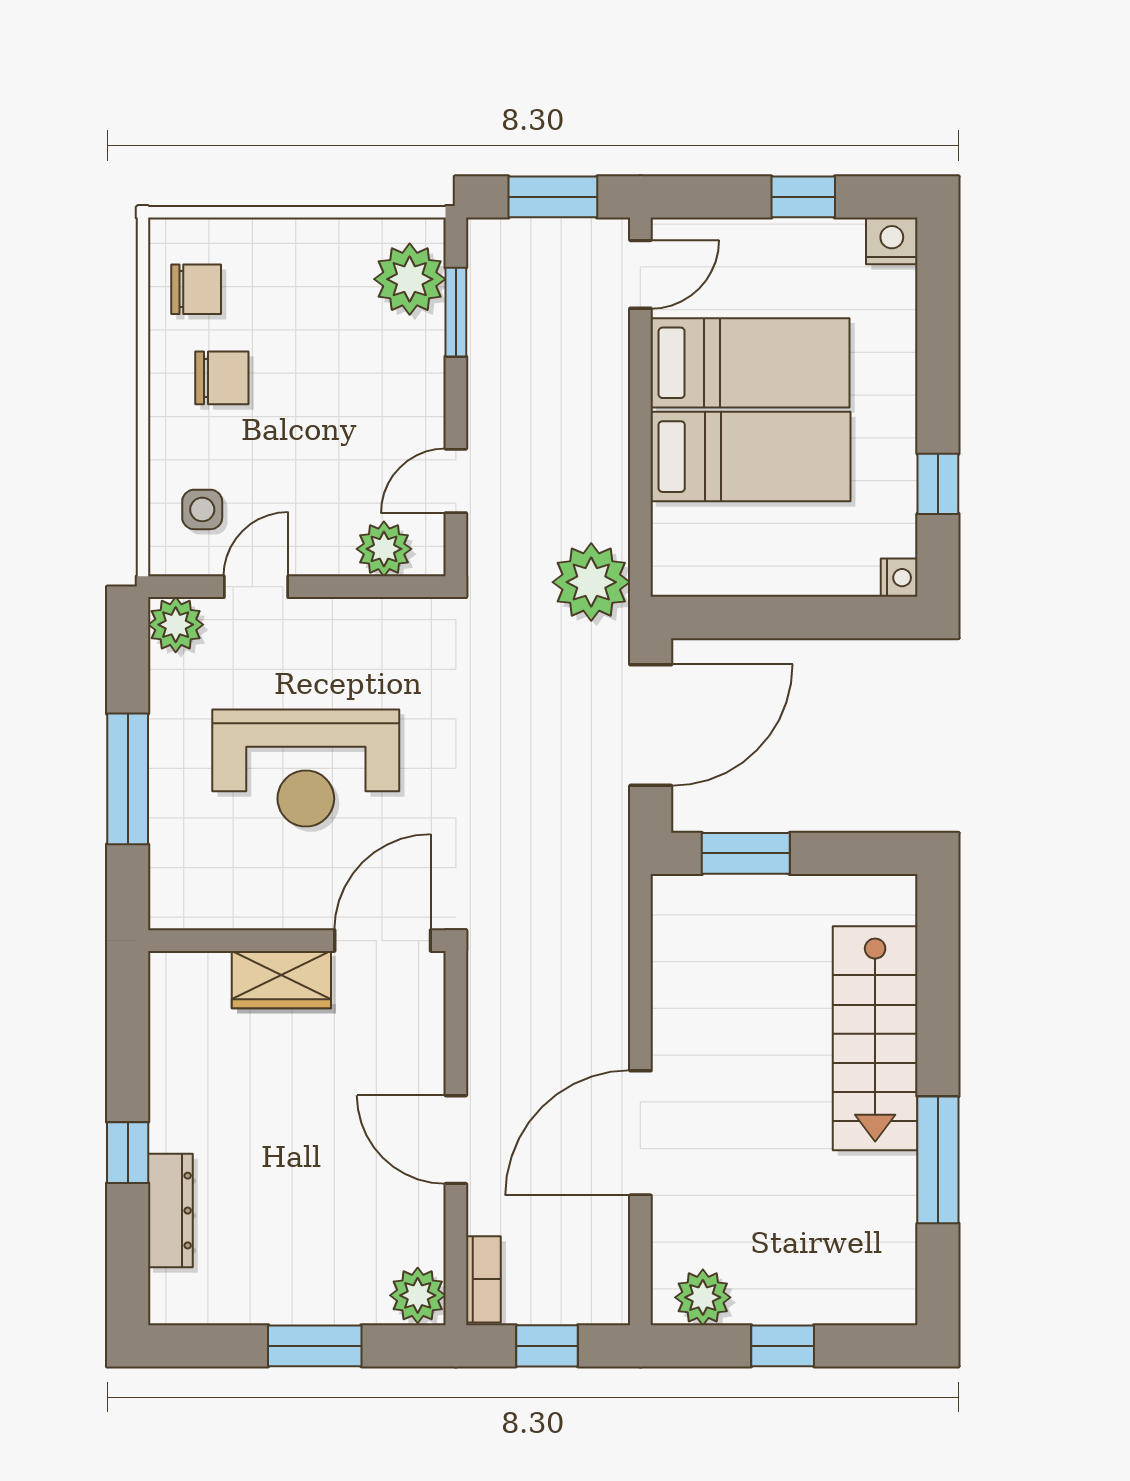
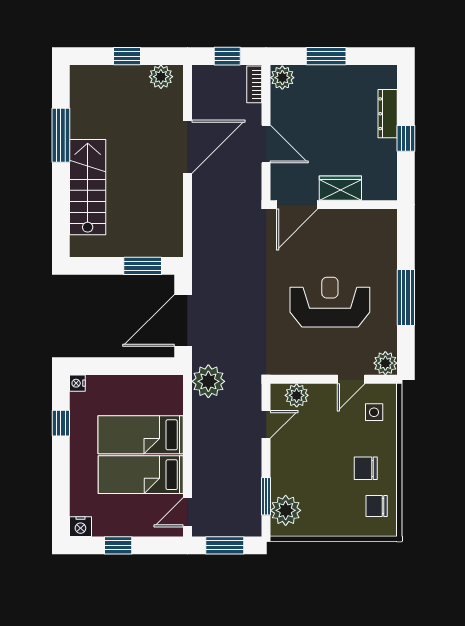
wall: (297, 941) -> (334, 205), moved
door: (383, 941) -> (297, 205), moved
wardrobe: (281, 980) -> (340, 188), moved

